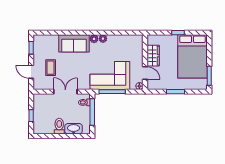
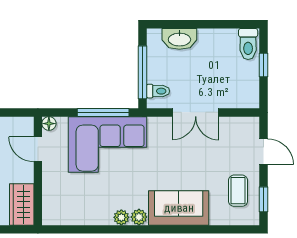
wardrobe: (153, 56) -> (22, 204), moved
coffee table: (51, 68) -> (238, 191), moved
toilet: (59, 126) -> (248, 44), moved

